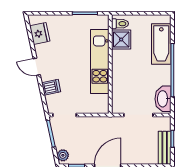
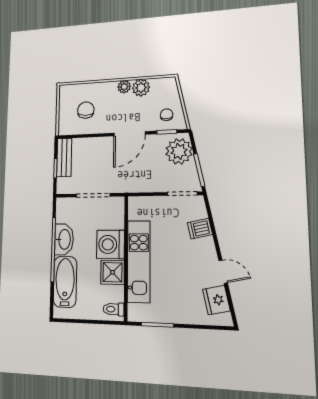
shower: (121, 40) -> (113, 272), moved
door: (37, 67) -> (223, 272), moved
washing machine: (123, 75) -> (110, 244), added
washbasin: (163, 99) -> (64, 239), moved
plant: (63, 155) -> (179, 151), width x1.88, depth x1.88

